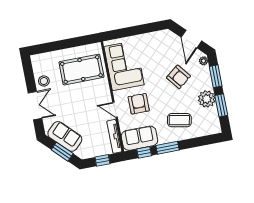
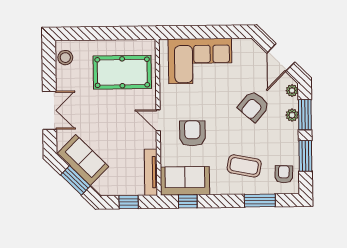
corner sofa: (124, 66) -> (200, 61), moved, turned 90
armchair: (178, 77) -> (254, 106), turned 79
stool: (44, 81) -> (65, 58), moved
plant: (207, 99) -> (292, 115), moved, width x0.53, depth x0.53
door: (115, 110) -> (158, 120), moved
armchair: (208, 121) -> (284, 174), added
window: (168, 148) -> (260, 200), moved

